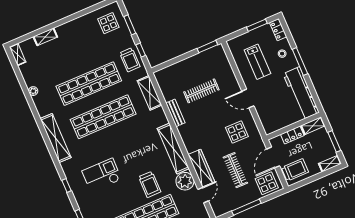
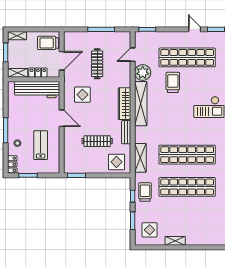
shelving: (45, 37) -> (175, 241), moved
workbench: (301, 93) -> (37, 90), moved, turned 90
wardrobe: (201, 168) -> (124, 104), moved
display table: (267, 183) -> (116, 162), moved

